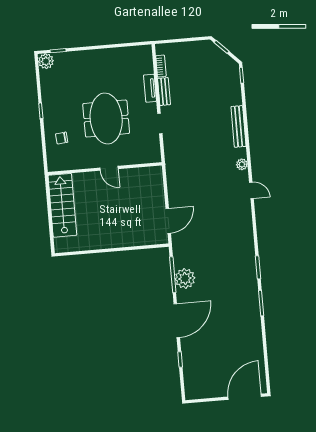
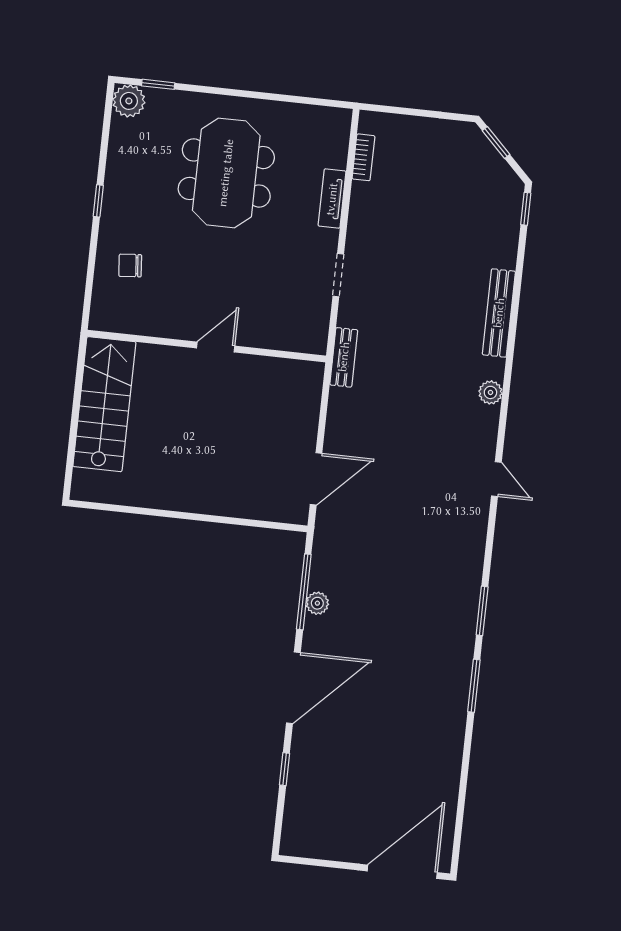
bench: (164, 92) -> (344, 357), moved
meeting table: (106, 118) -> (226, 173), moved
door: (109, 168) -> (216, 347), swing flipped
door: (251, 190) -> (496, 479), moved
plant: (185, 278) -> (317, 603), width x0.53, depth x0.53

